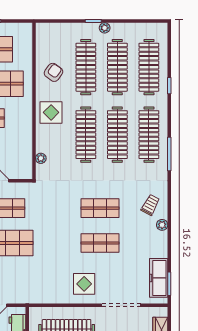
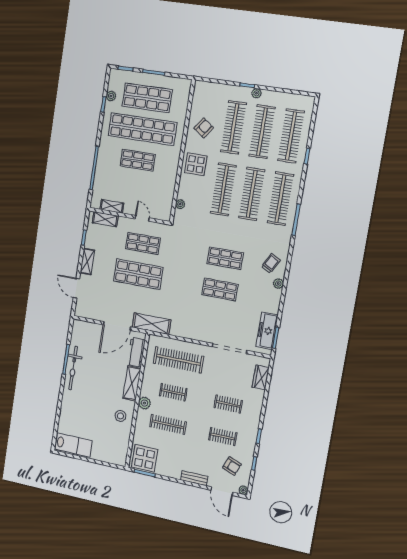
display table: (84, 284) -> (200, 323), removed
shelving: (30, 295) -> (151, 324), added

